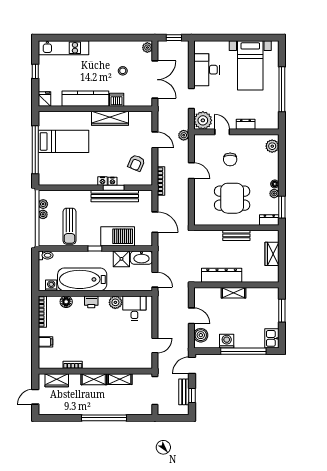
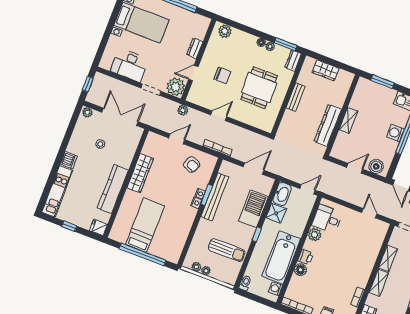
dishwasher: (117, 100) -> (69, 160), moved, turned 180
floor lamp: (66, 302) -> (300, 270), moved
washing machine: (227, 341) -> (395, 133), moved

